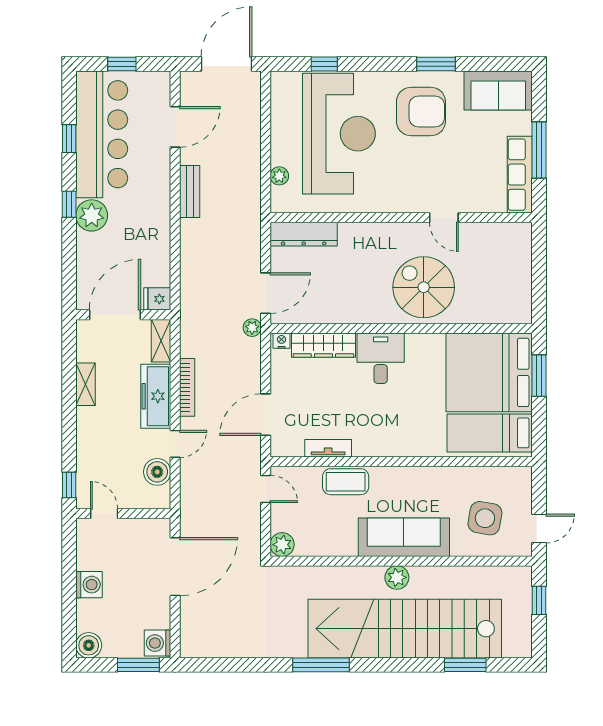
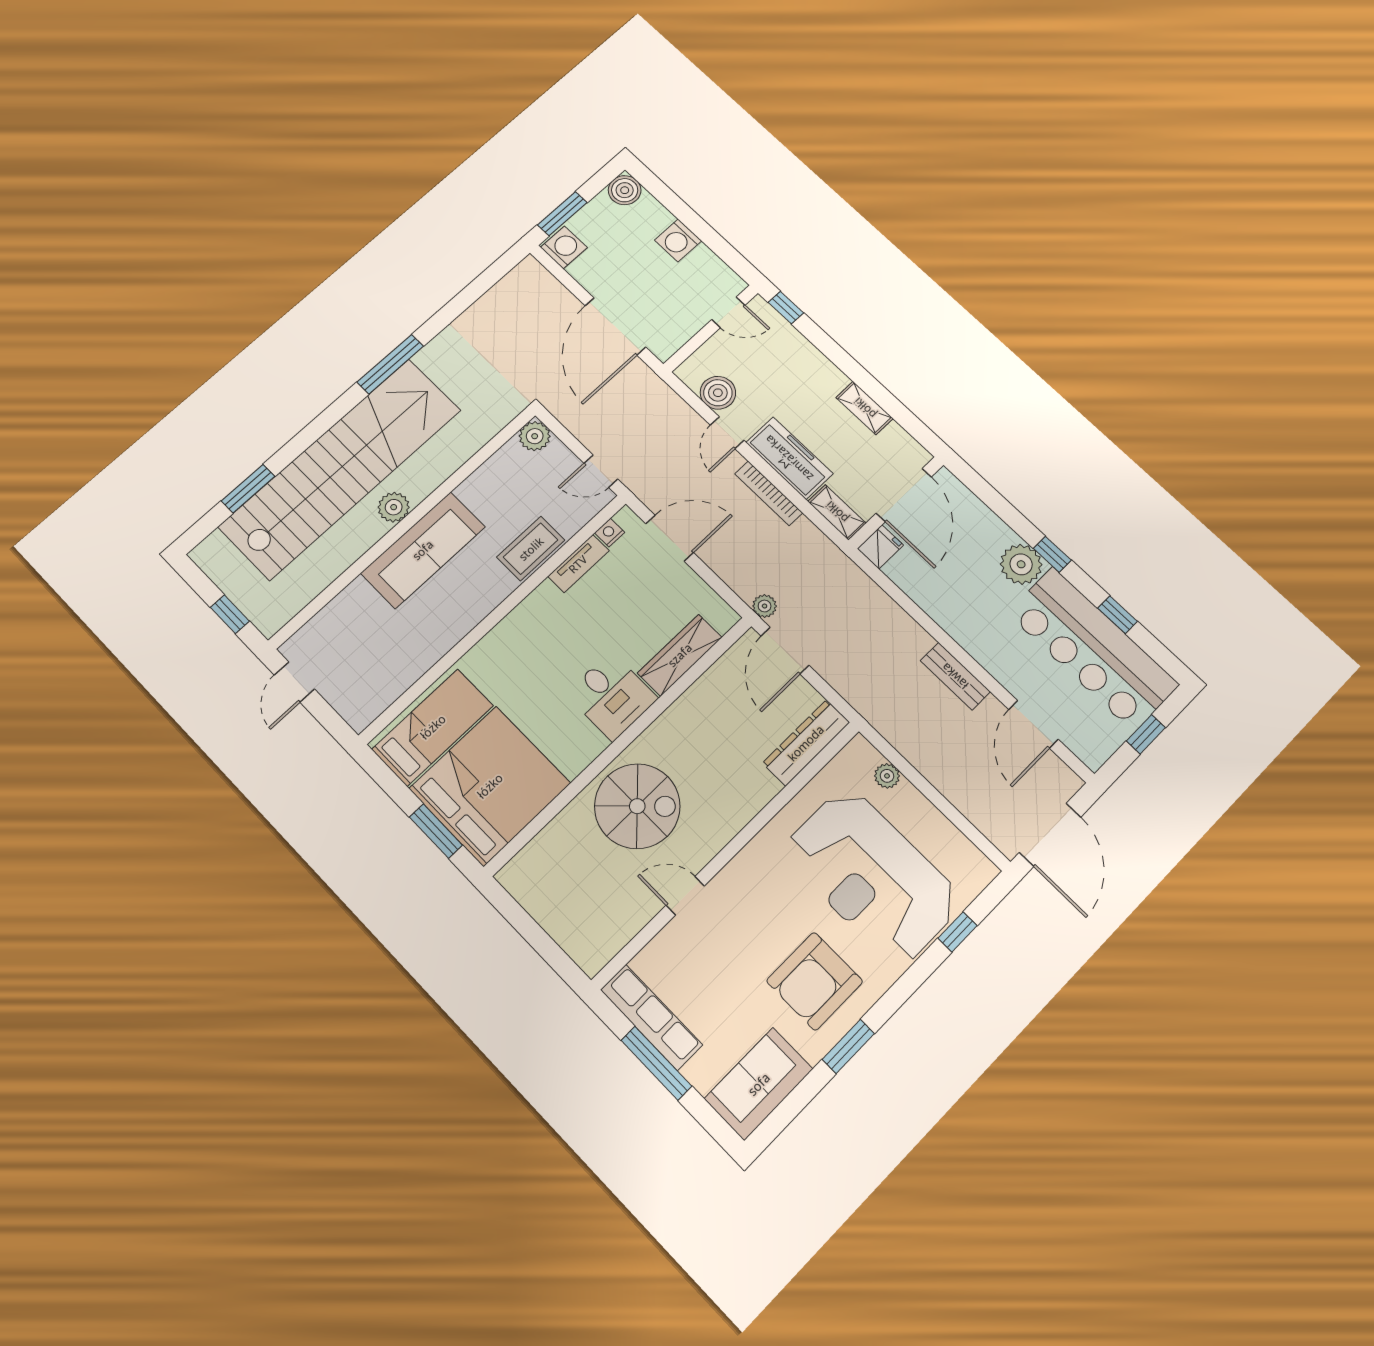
nightstand: (281, 341) -> (610, 533), moved, turned 180
door: (266, 415) -> (670, 538), hinge flipped
side table: (485, 518) -> (359, 642), removed

